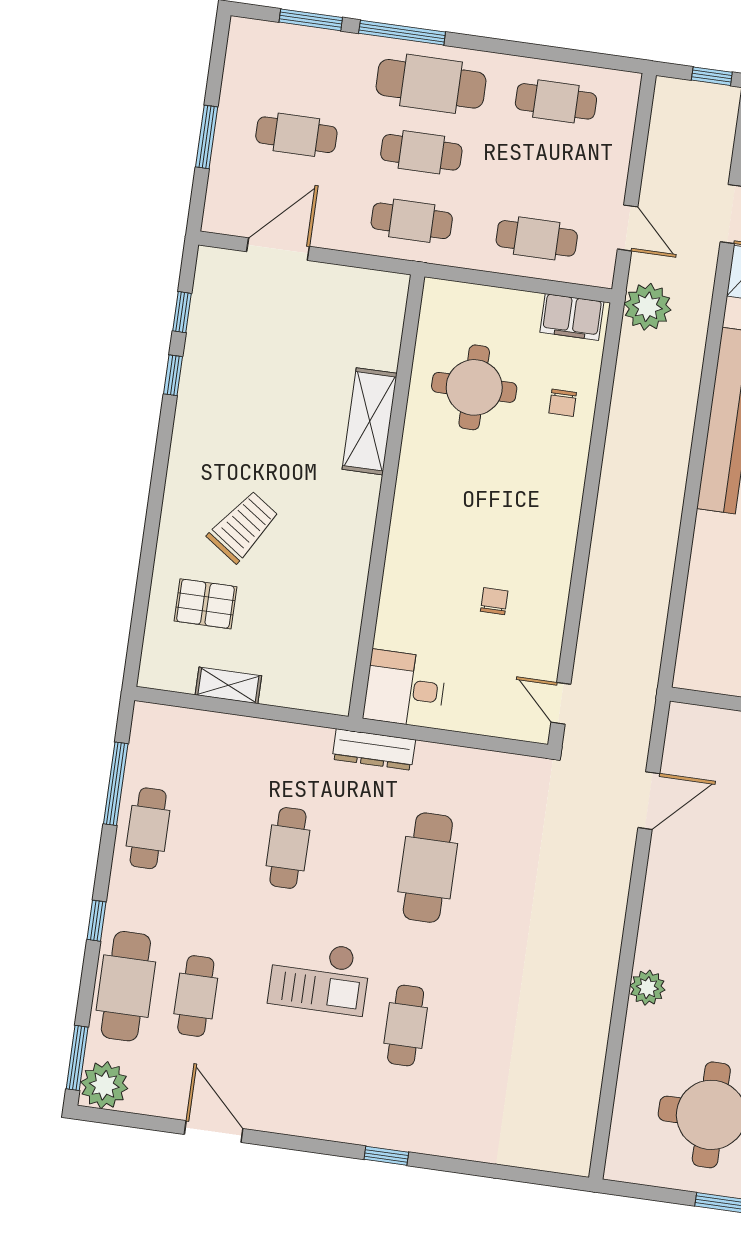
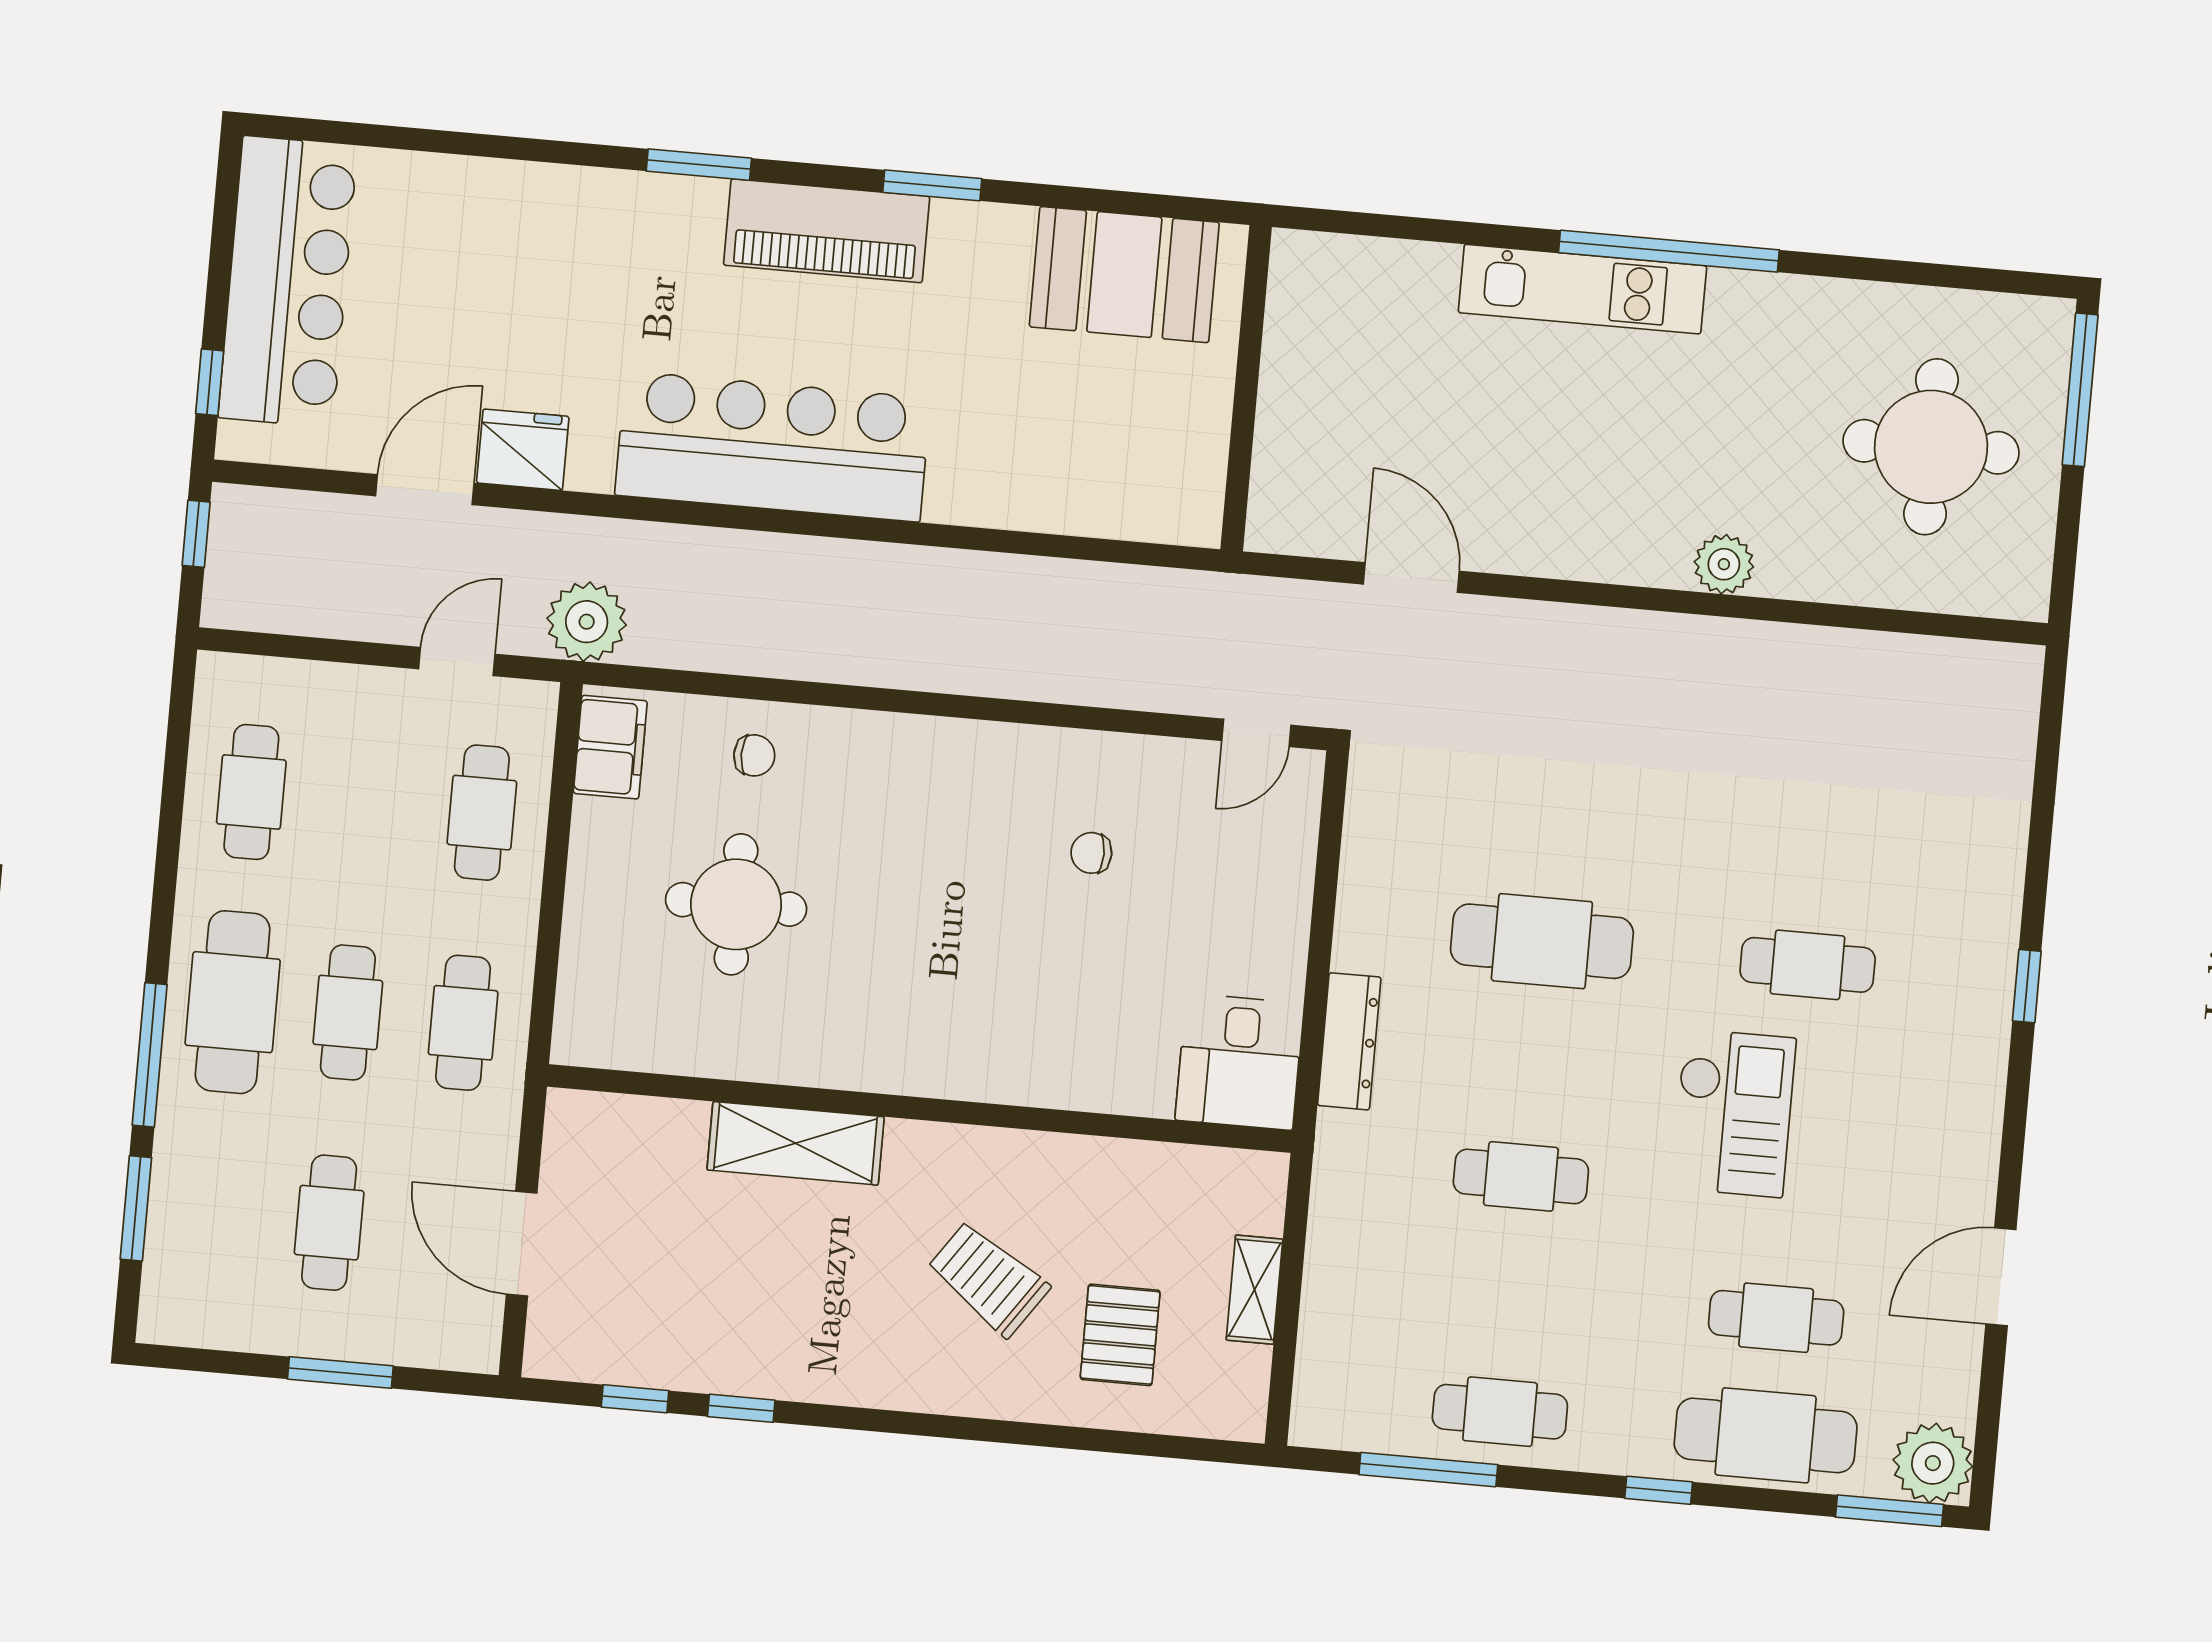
shelving: (370, 421) -> (796, 1143), moved
wall: (387, 497) -> (920, 1109), moved
desk: (405, 689) -> (1239, 1062), moved

